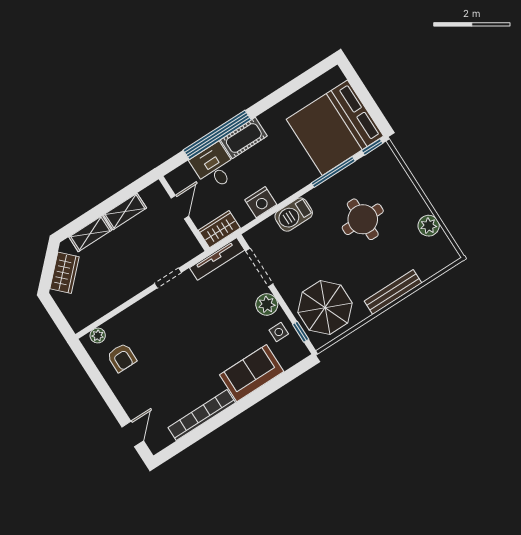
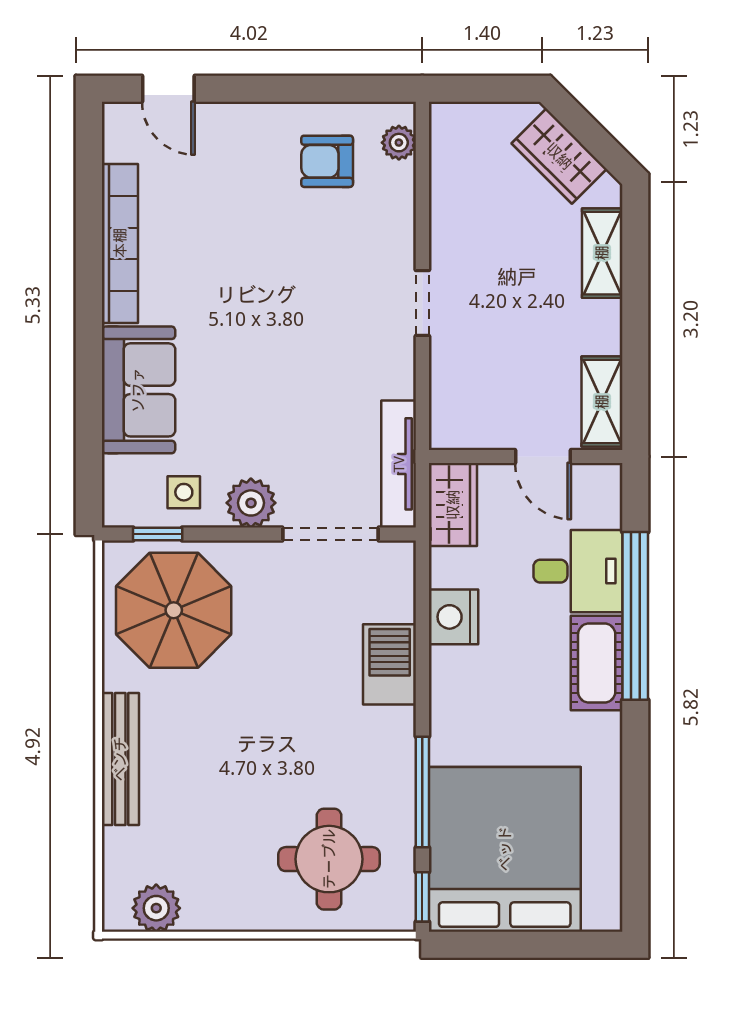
shelving: (125, 211) -> (602, 402), moved
round table: (363, 219) -> (329, 859), moved
plant: (429, 226) -> (156, 908), moved
doorway: (168, 278) -> (422, 303), moved

